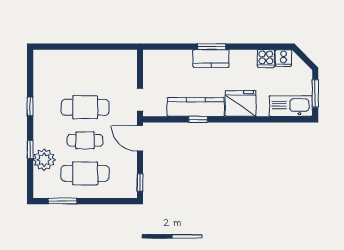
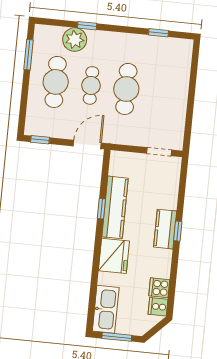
window: (212, 47) -> (178, 231), width x0.67
doorway: (140, 100) -> (159, 152), moved
window: (30, 106) -> (158, 33), moved

